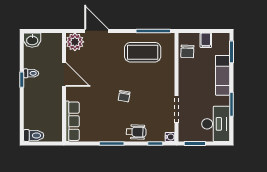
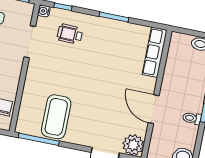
coffee table: (143, 52) -> (56, 117), turned 90
chair: (124, 96) -> (88, 70), removed
wheelchair: (136, 132) -> (70, 34), moved

